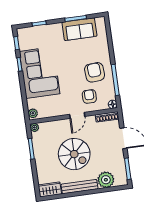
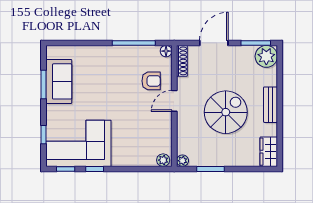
armchair: (95, 72) -> (120, 69), removed
corner sofa: (40, 73) -> (78, 143), moved
armchair: (89, 96) -> (151, 81), turned 180
door: (77, 115) -> (174, 101), swing flipped
plant: (106, 180) -> (266, 56), moved
bench: (80, 187) -> (271, 105), width x0.73

